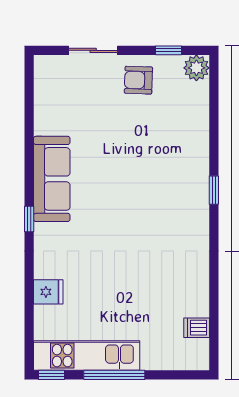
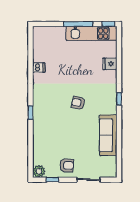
sofa: (52, 179) -> (108, 135), moved
armchair: (115, 211) -> (78, 103), added
dishwasher: (197, 328) -> (39, 68), moved

